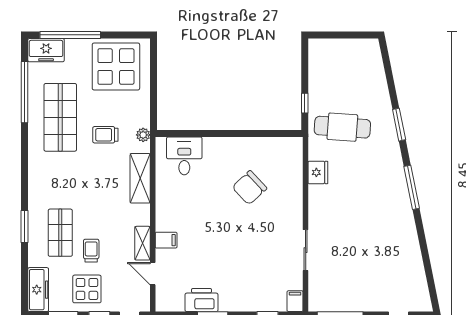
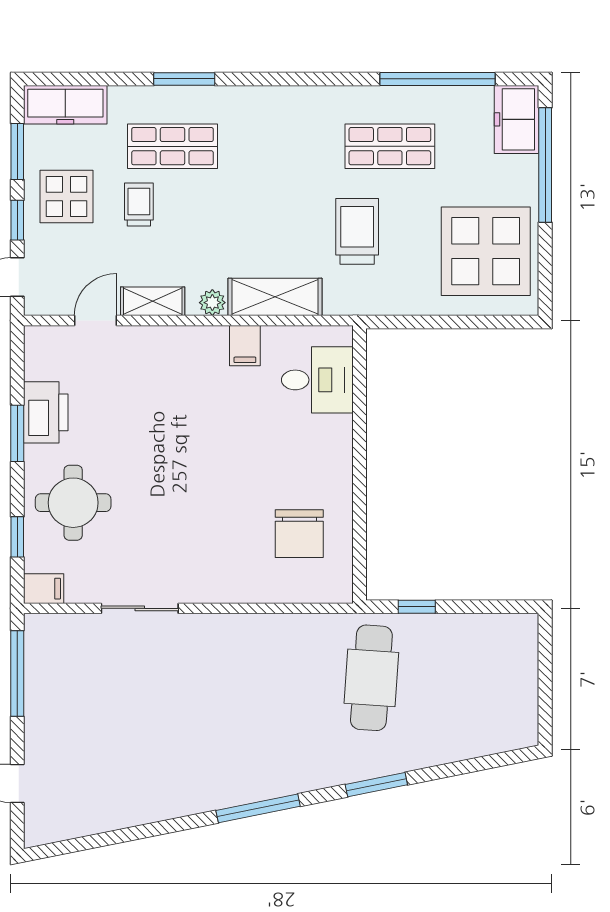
shop shelf: (60, 117) -> (390, 146), width x0.70, depth x0.74
trolley: (105, 135) -> (357, 231), width x1.36, depth x1.39
plant: (143, 135) -> (212, 303), moved
fridge: (318, 172) -> (286, 632), removed
chair: (249, 188) -> (299, 534), moved, turned -137
filing cabinet: (166, 240) -> (245, 346), moved
trolley: (91, 251) -> (139, 205), turned -90
round table: (249, 285) -> (73, 503), added

